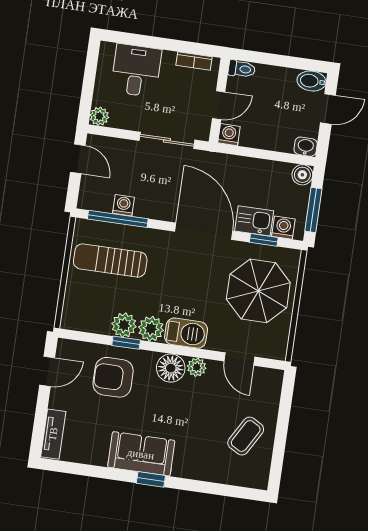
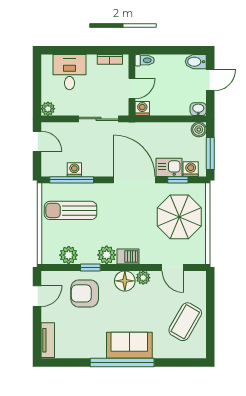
plant: (124, 325) -> (69, 255), moved
barbecue: (186, 333) -> (128, 256), width x0.73, depth x0.79
coffee table: (246, 436) -> (185, 322), width x1.36, depth x1.30
sofa: (141, 454) -> (129, 345), moved
window: (151, 479) -> (122, 362), width x3.17

